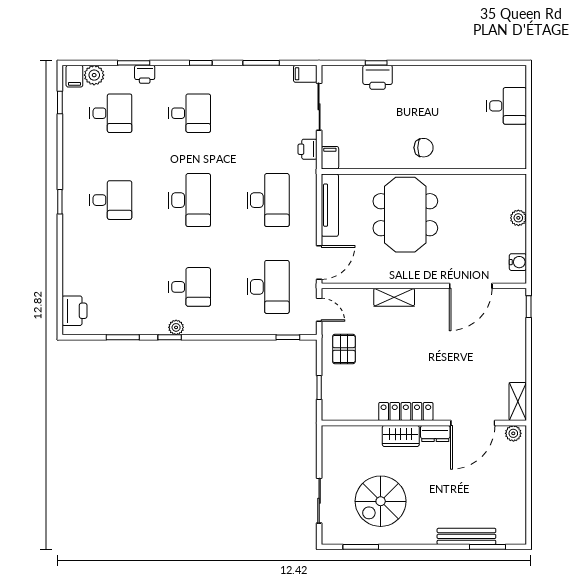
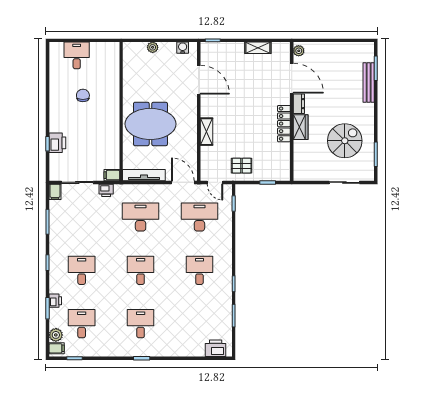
chair: (424, 148) -> (83, 95), moved
desk: (189, 200) -> (141, 270), width x0.73
door: (319, 310) -> (215, 182), swing flipped
plant: (176, 327) -> (227, 279), removed
shelving: (518, 402) -> (258, 48), moved
spiral stairs: (381, 501) -> (345, 141), turned -90

